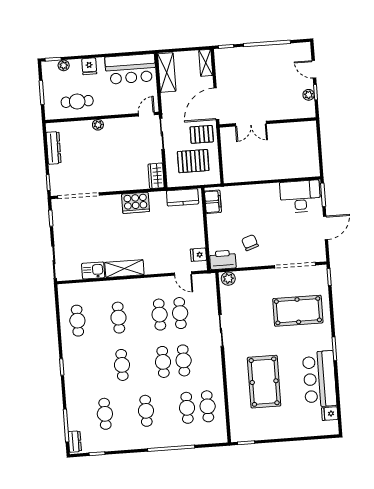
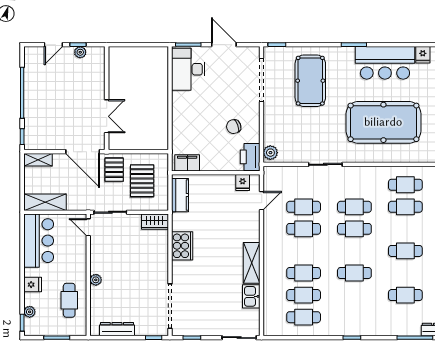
cafe table: (98, 319) -> (304, 295), added
pool table: (264, 382) -> (383, 122), width x1.36, depth x1.32

